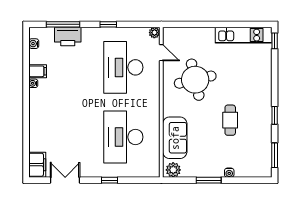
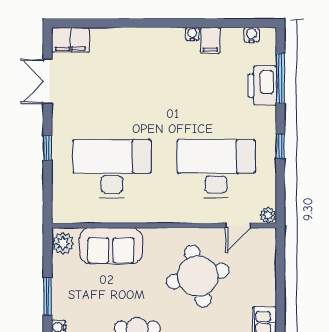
double door: (65, 180) -> (48, 81), swing flipped

